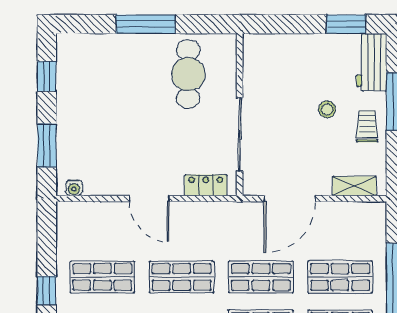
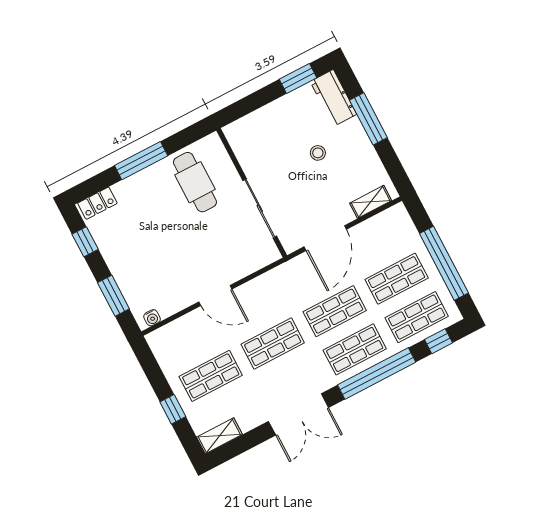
trolley: (367, 126) -> (356, 150), removed
locker: (206, 185) -> (97, 203), moved, turned 180

